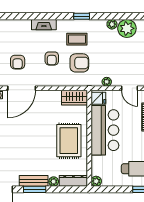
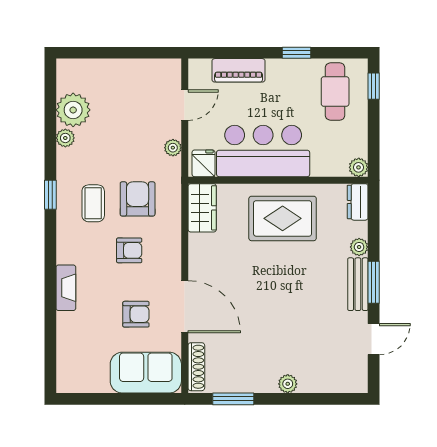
fireplace: (44, 25) -> (66, 288), moved
dresser: (73, 181) -> (358, 202), width x0.70

